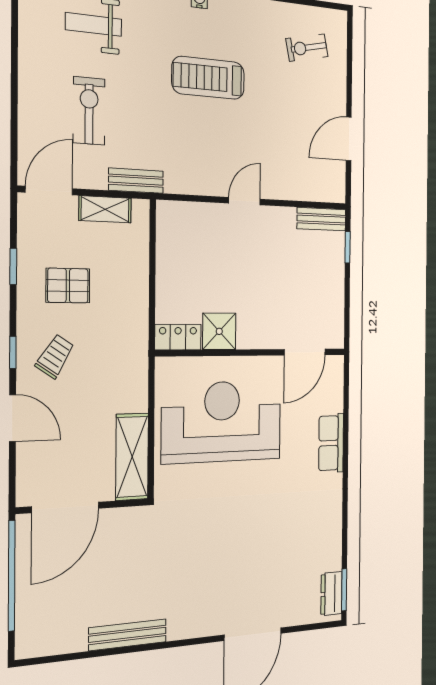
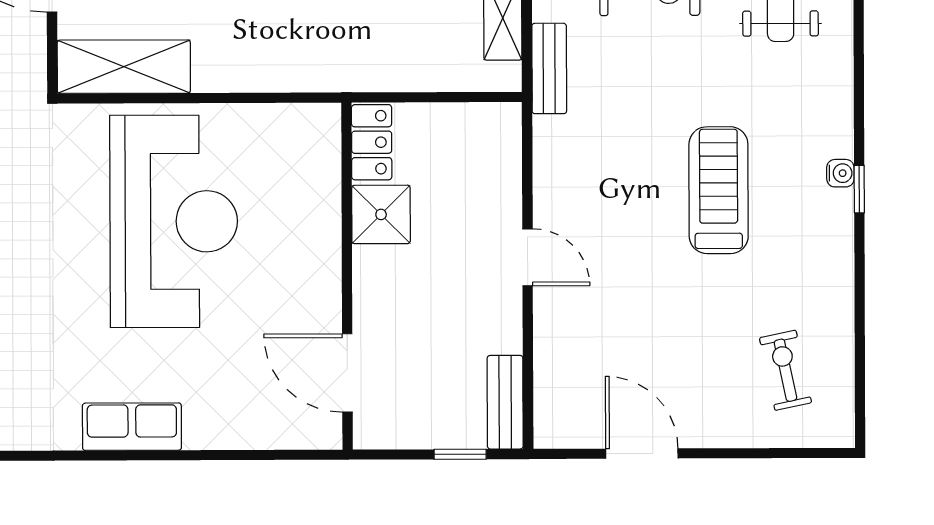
shower: (219, 331) -> (381, 214), moved
locker: (178, 337) -> (372, 142), moved
door: (305, 352) -> (347, 373), moved
wall: (253, 353) -> (347, 276), moved

